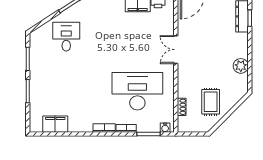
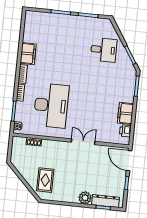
plant: (241, 66) -> (85, 198), moved
rug: (211, 102) -> (45, 180), moved, turned 90
filing cabinet: (55, 124) -> (28, 54), moved

